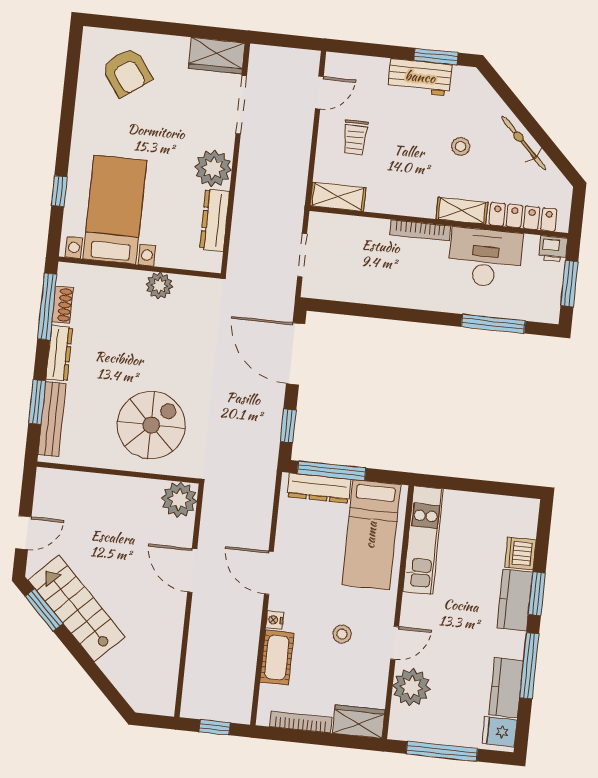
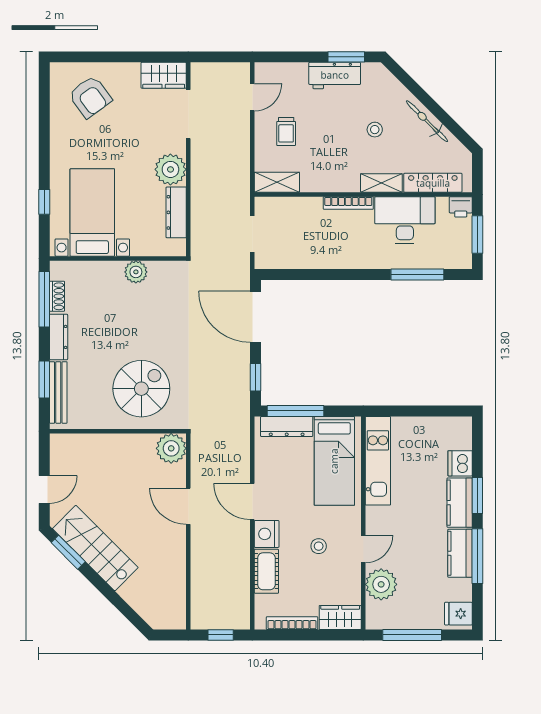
nightstand: (275, 620) -> (267, 534), width x1.89, depth x1.79
kitchen counter: (506, 688) -> (460, 553), moved

